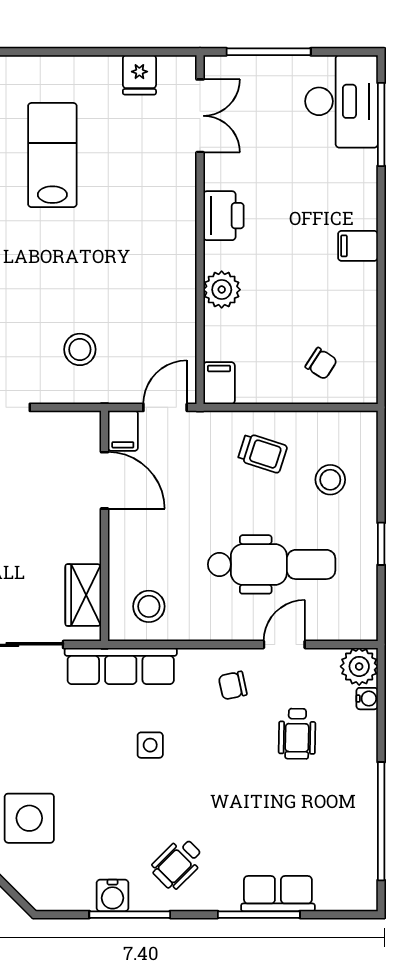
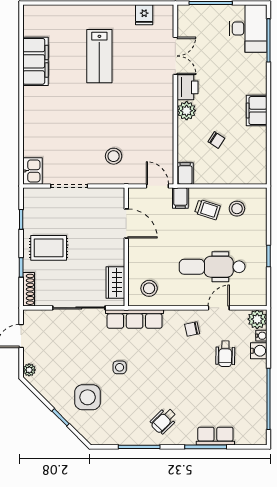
double door: (200, 116) -> (175, 56), moved
lab bench: (52, 155) -> (99, 56), turned 180
filing cabinet: (358, 246) -> (257, 111), width x2.00
plant: (222, 290) -> (187, 111), moved
chair: (321, 364) -> (216, 140), moved
door: (165, 407) -> (157, 186), hinge flipped
filing cabinet: (123, 431) -> (180, 198), moved
stool: (330, 480) -> (237, 209), moved
dental chair: (272, 564) -> (212, 267), turned 180
side table: (150, 745) -> (120, 367), moved
water cooler: (113, 895) -> (259, 351), moved, turned -90

